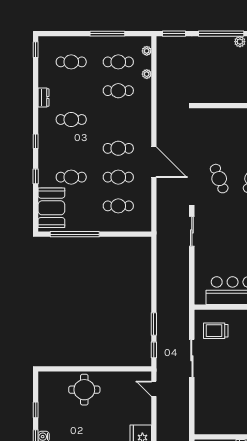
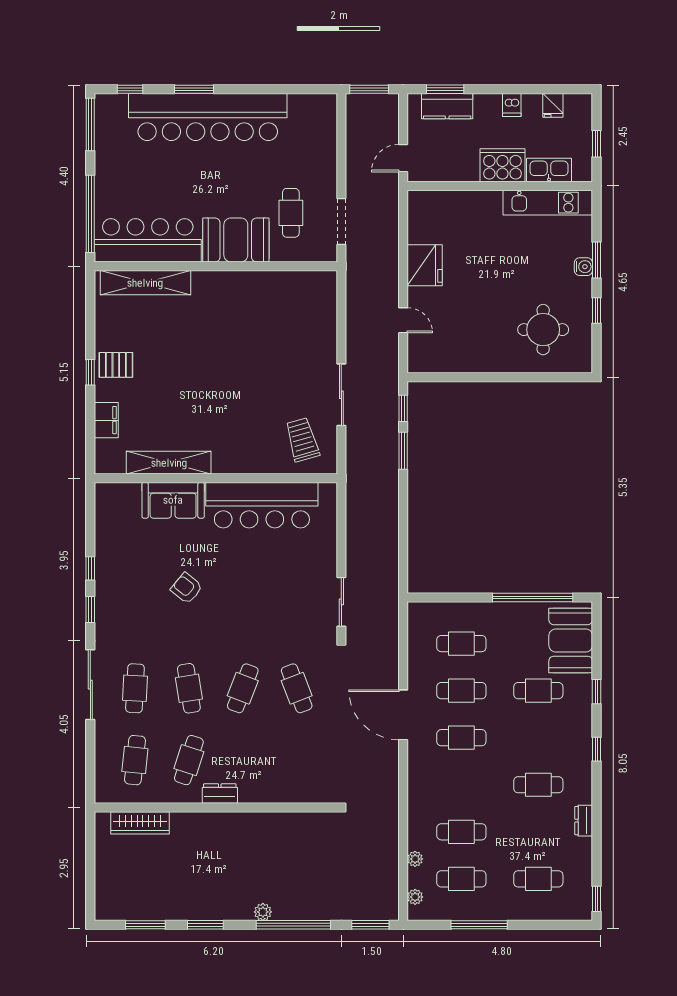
trolley: (216, 331) -> (302, 440), turned -106
door: (154, 389) -> (403, 320), moved
round table: (84, 390) -> (543, 330), moved

